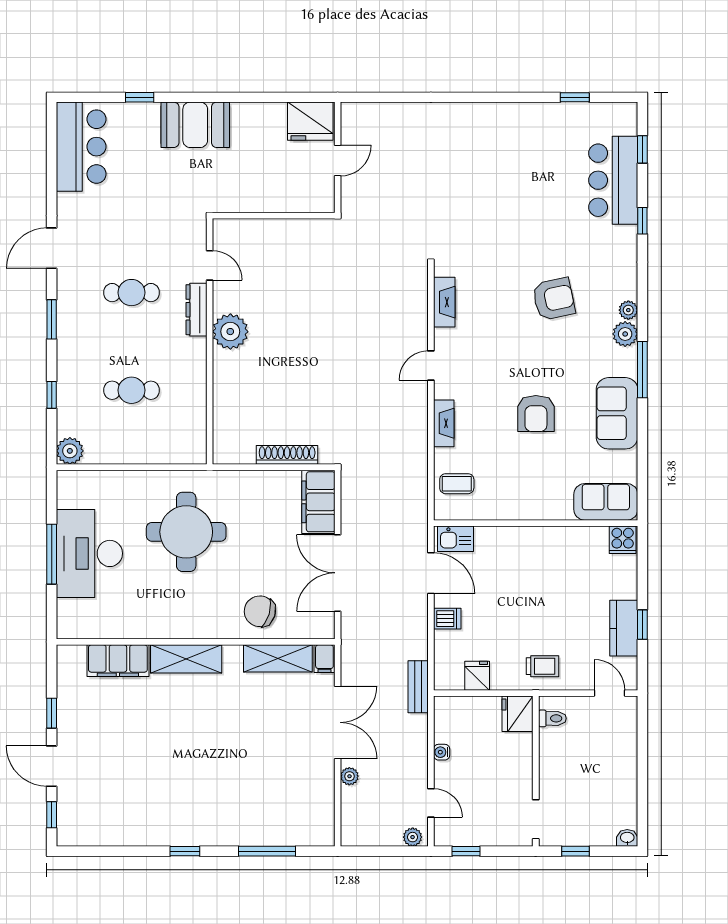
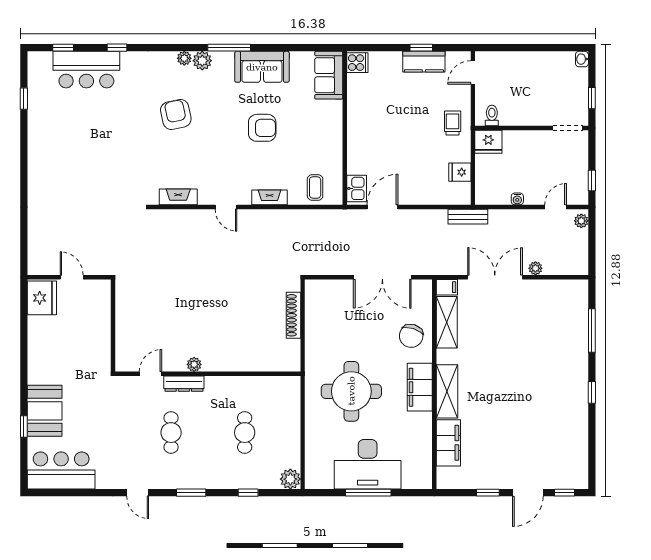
booth: (195, 125) -> (45, 411), moved
door: (52, 248) -> (138, 493), width x0.73
plant: (230, 332) -> (194, 364), width x0.53, depth x0.53
filing cabinet: (318, 502) -> (420, 387), moved, turned 90
dishwasher: (447, 619) -> (417, 195), removed

